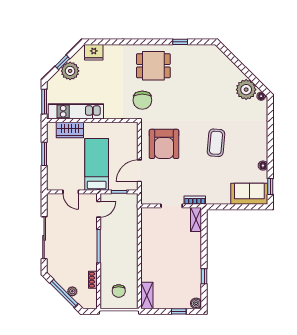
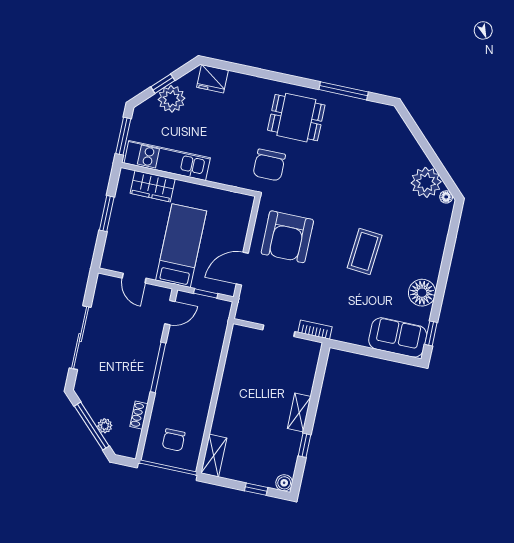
window: (180, 42) -> (344, 91), width x2.17
floor lamp: (263, 166) -> (422, 293), width x1.89, depth x1.89
shelving: (196, 220) -> (299, 413), moved

